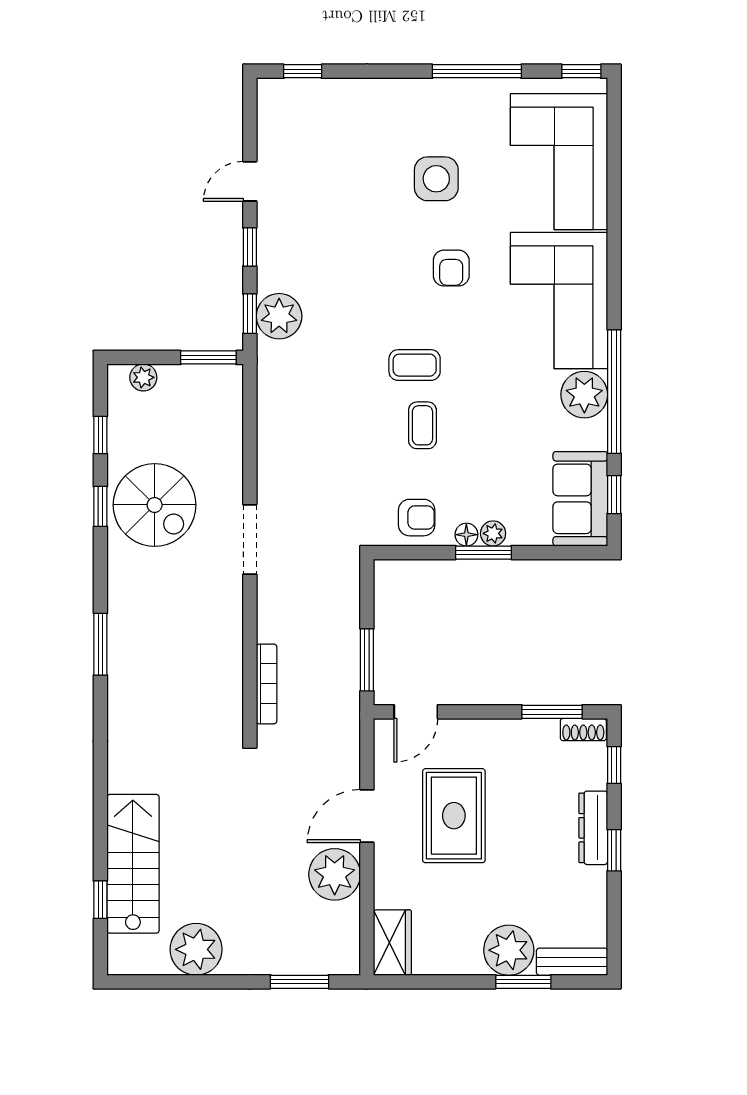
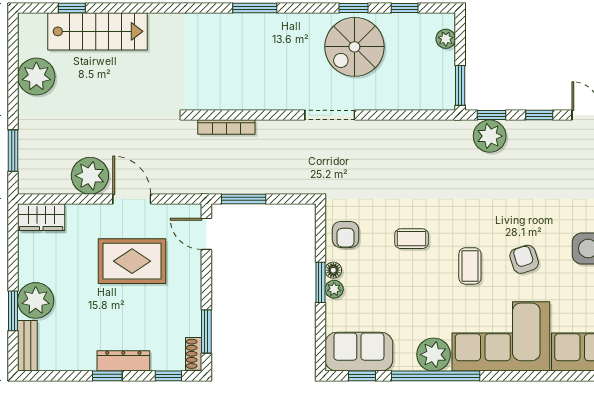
armchair: (451, 268) -> (524, 259), turned 72
coffee table: (415, 365) -> (470, 266), moved

